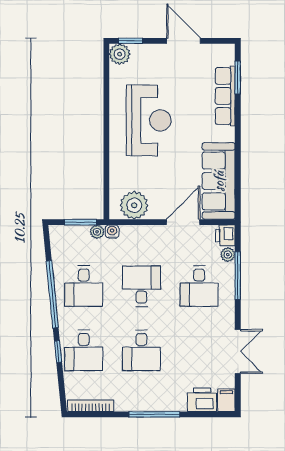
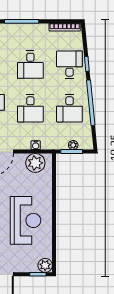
reception desk: (149, 120) -> (25, 220), turned 180
plant: (97, 232) -> (73, 145), moved
water cooler: (112, 232) -> (36, 145), moved
desk: (84, 286) -> (69, 108), turned 180
desk: (141, 350) -> (30, 65), turned 180

